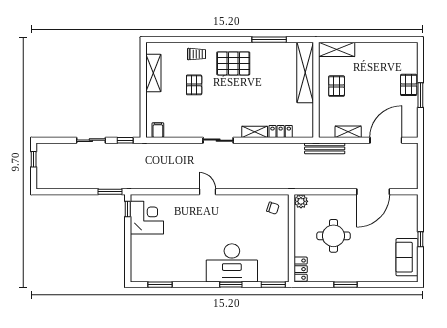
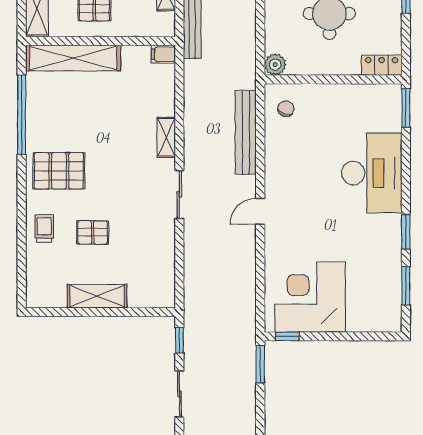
window: (269, 40) -> (22, 115), width x1.46
pallet: (233, 63) -> (59, 171), turned 90
shelving: (153, 73) -> (97, 296), moved
filing cabinet: (158, 130) -> (163, 54), moved
locker: (281, 131) -> (166, 96), removed
bench: (258, 183) -> (246, 132), added
corner desk: (147, 218) -> (310, 297), width x1.36, depth x1.36
window: (231, 285) -> (406, 232), moved

